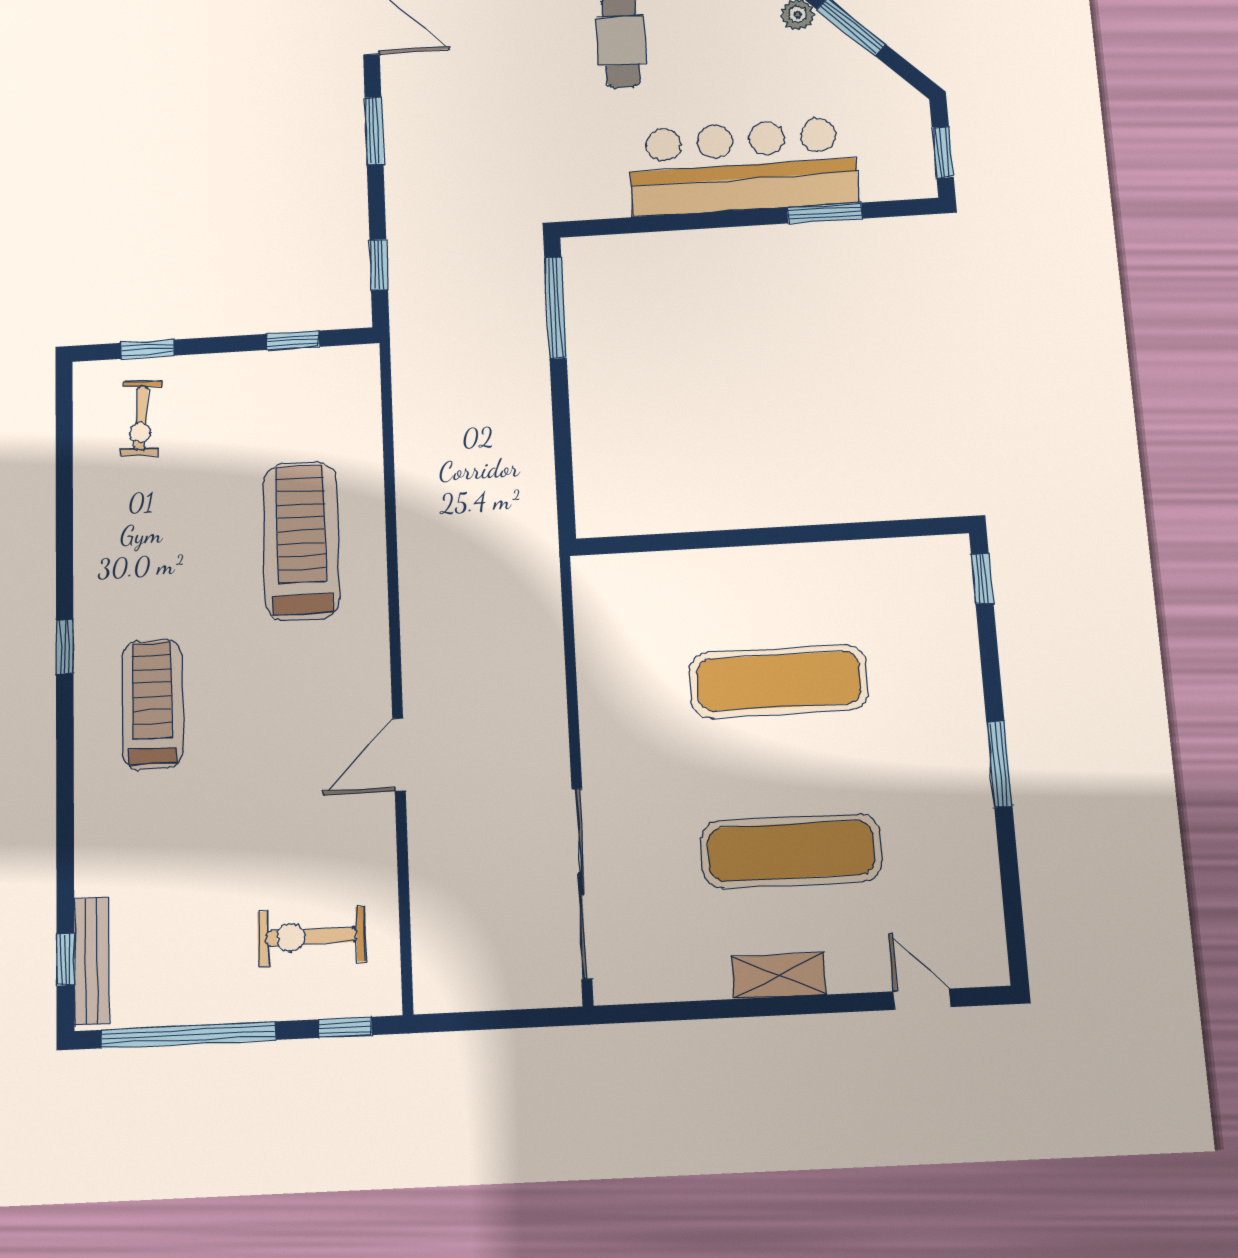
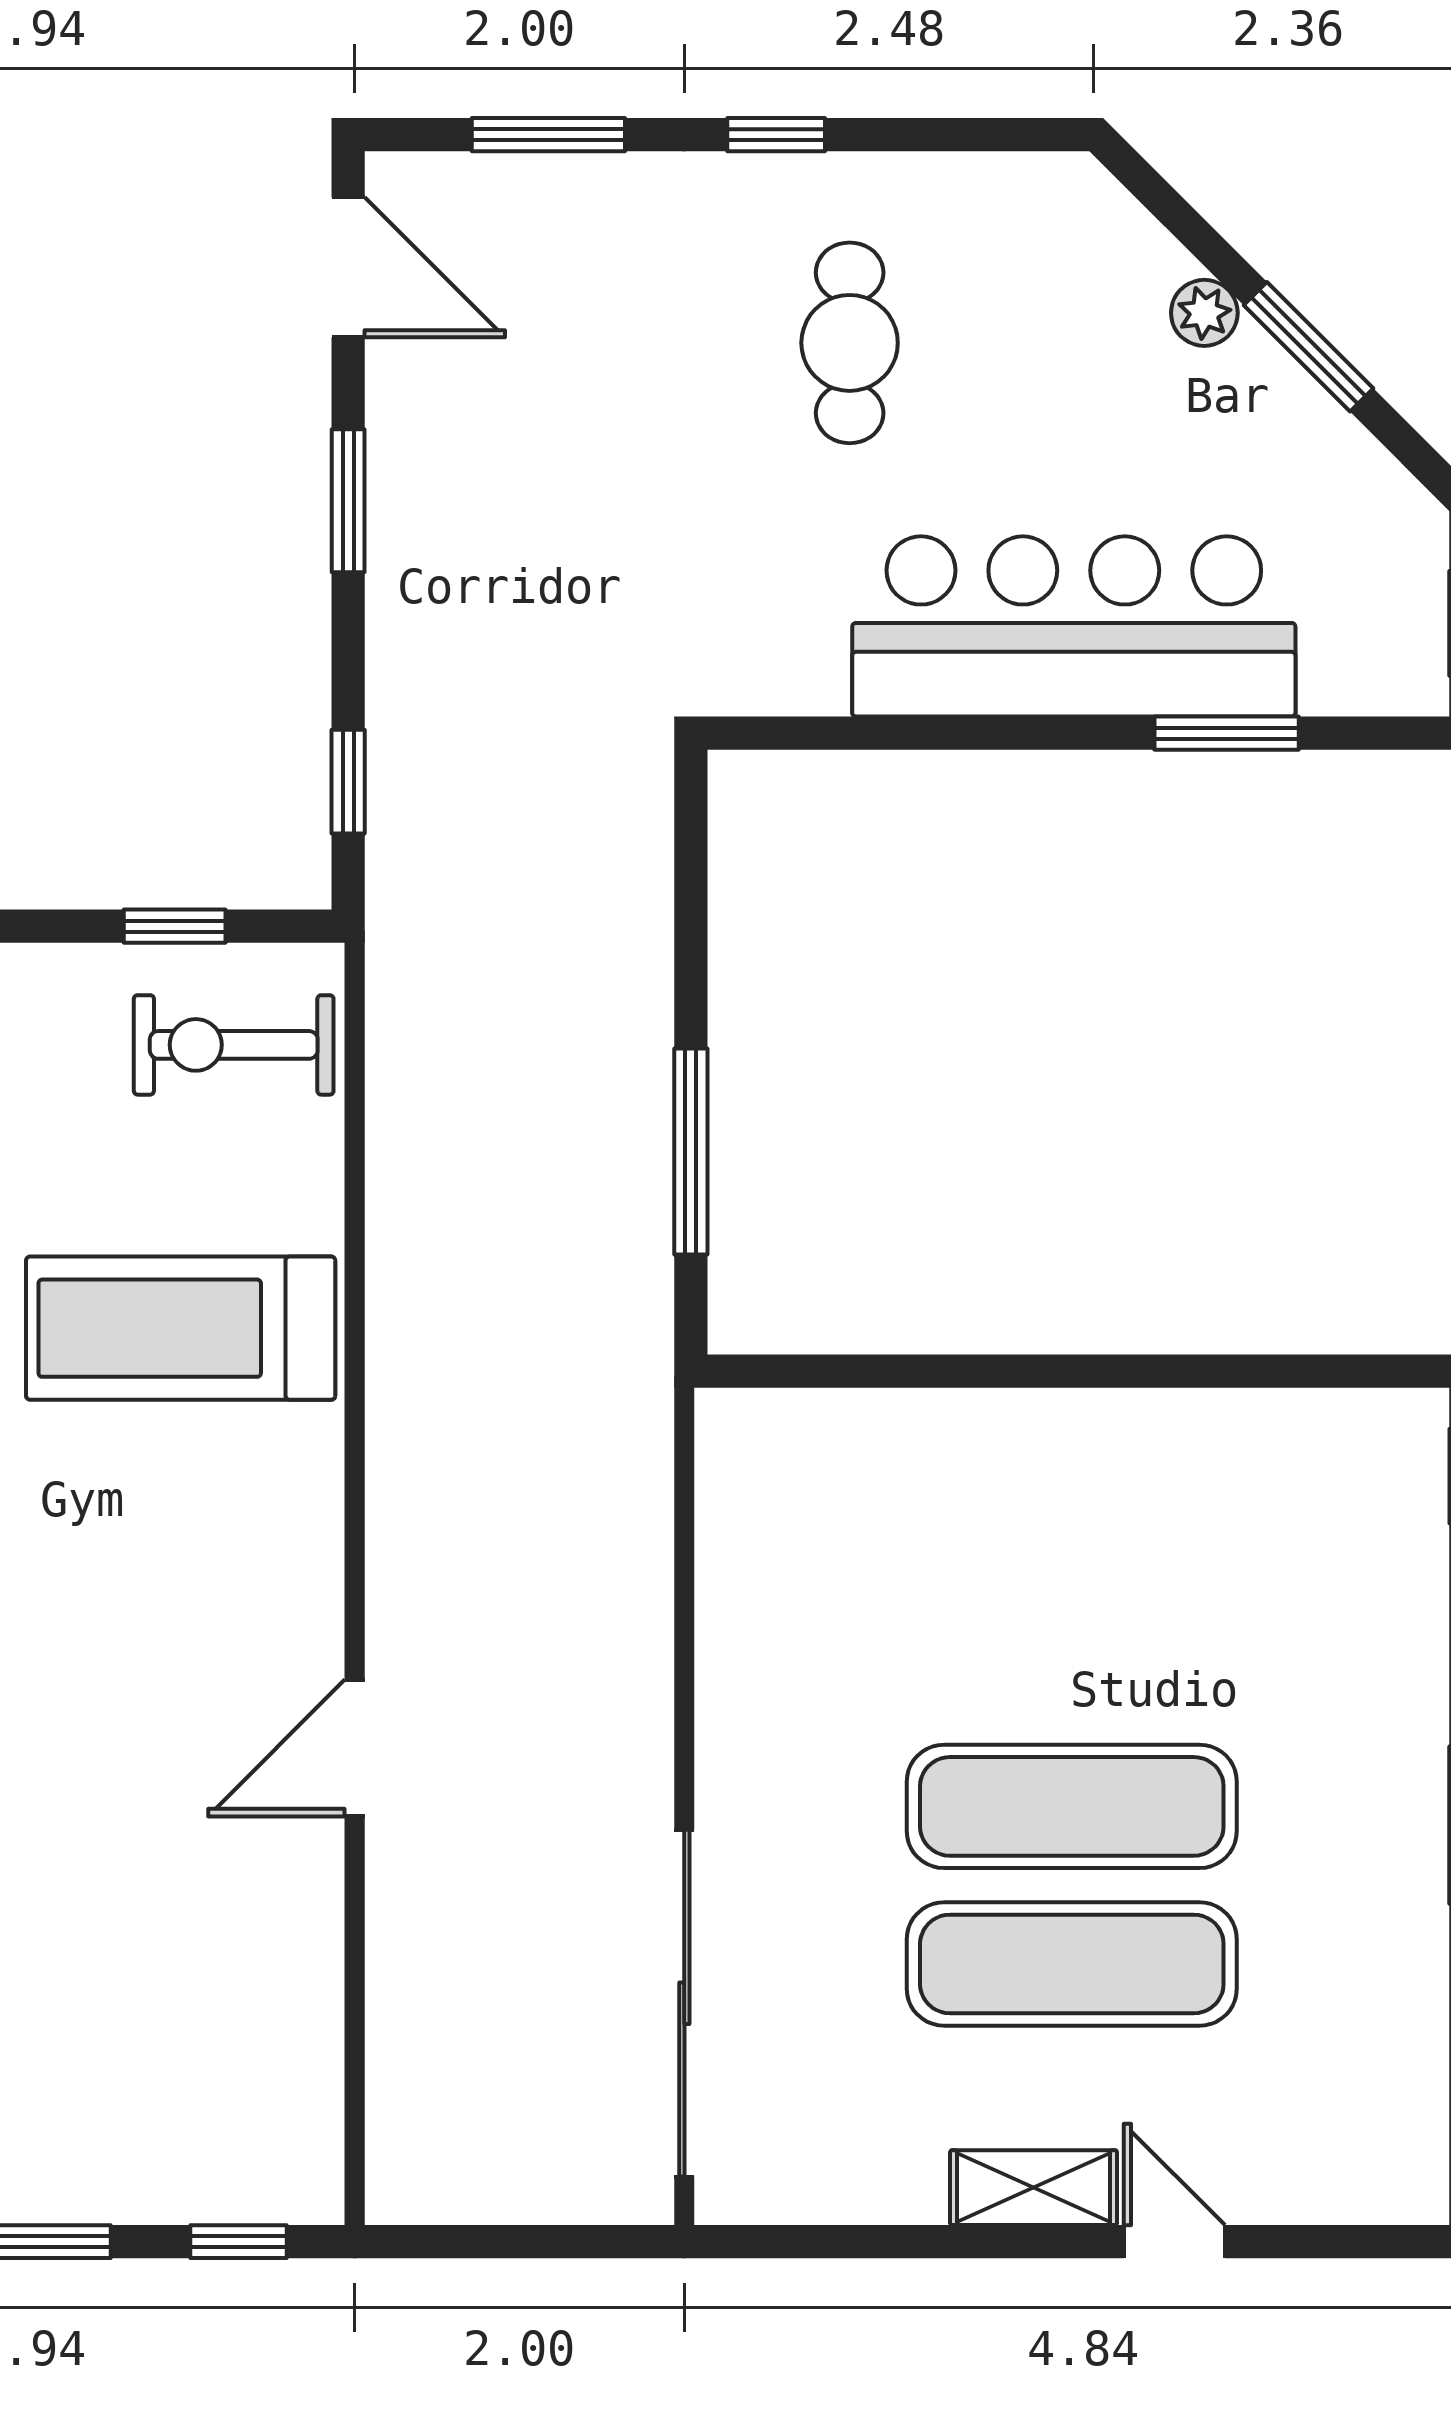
window: (555, 308) -> (691, 1151), moved
treadmill: (301, 541) -> (181, 1328), turned -90
exercise mat: (779, 681) -> (1072, 1806), moved
exercise bike: (311, 936) -> (234, 1045), moved
door: (922, 999) -> (1174, 2242), moved

